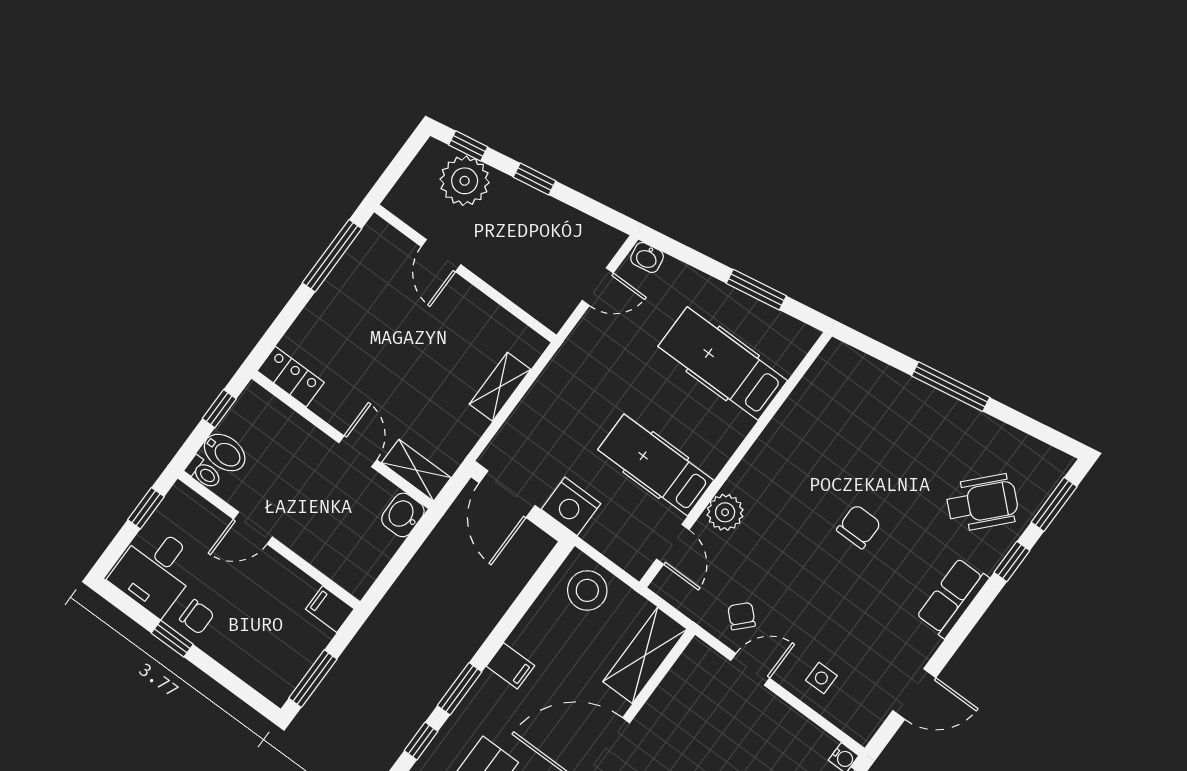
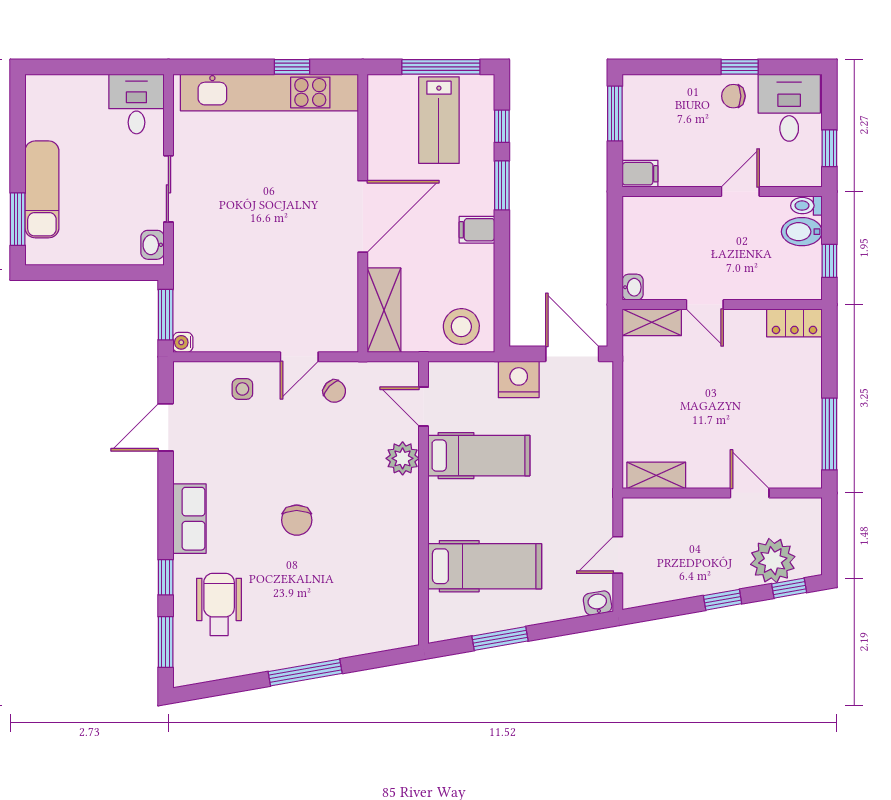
shelving: (500, 387) -> (656, 475), moved, turned 90
wheelchair: (982, 503) -> (219, 604), turned 137
washbasin: (403, 515) -> (633, 287), width x0.72, depth x0.69

